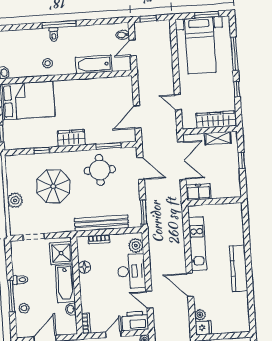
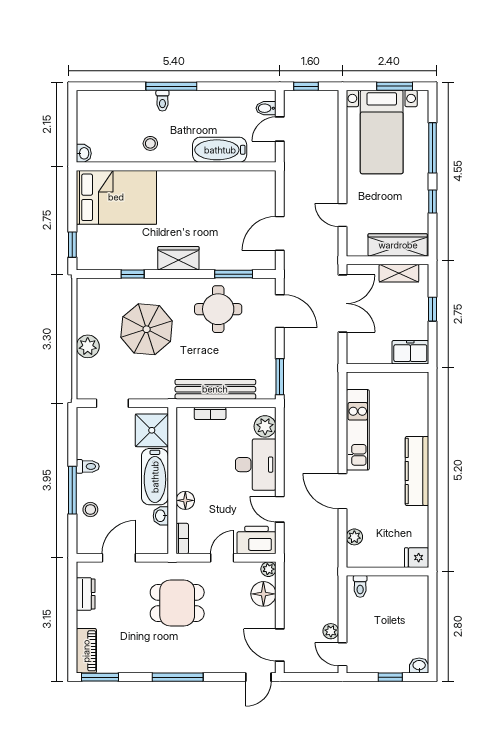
freezer: (199, 192) -> (410, 352), moved
floor lamp: (84, 267) -> (185, 500), moved
fridge: (203, 328) -> (417, 558), moved, turned 180

